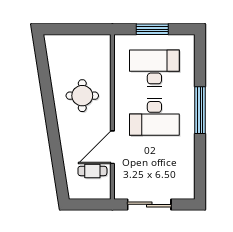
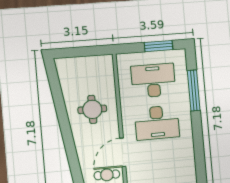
window: (152, 29) -> (159, 46), moved
window: (200, 110) -> (194, 91), moved

